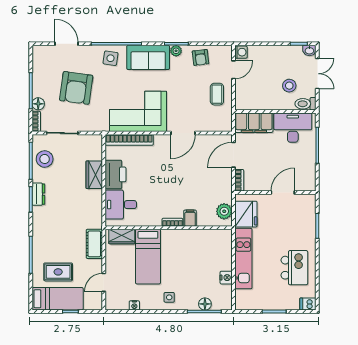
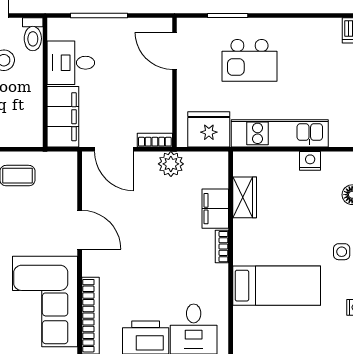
desk: (293, 128) -> (71, 63), width x0.73
door: (283, 193) -> (175, 51), moved
plant: (224, 211) -> (171, 164), moved
filing cabinet: (190, 218) -> (215, 209), width x2.00
wardrobe: (122, 237) -> (245, 197), moved
kitchen island: (294, 268) -> (250, 60), moved, turned 180

